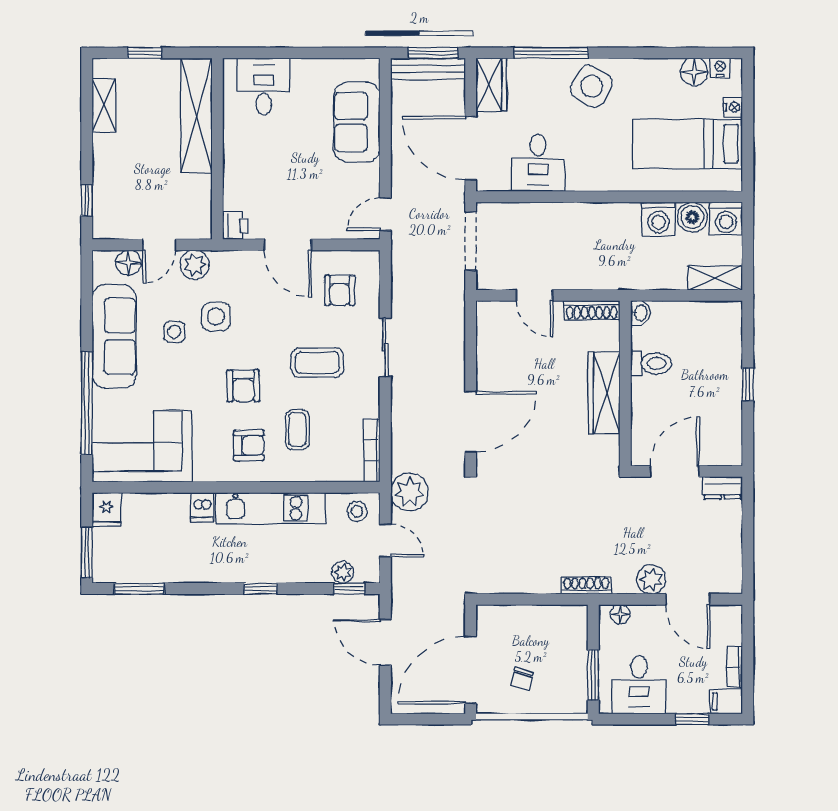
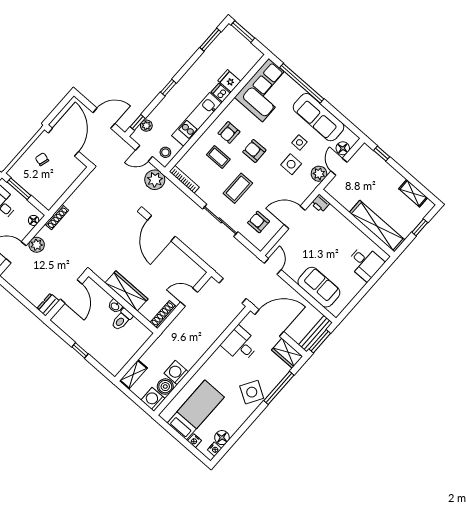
washbasin: (640, 313) -> (115, 306), moved
sliding door: (385, 347) -> (220, 220), width x1.37
fridge: (106, 510) -> (229, 81), moved

